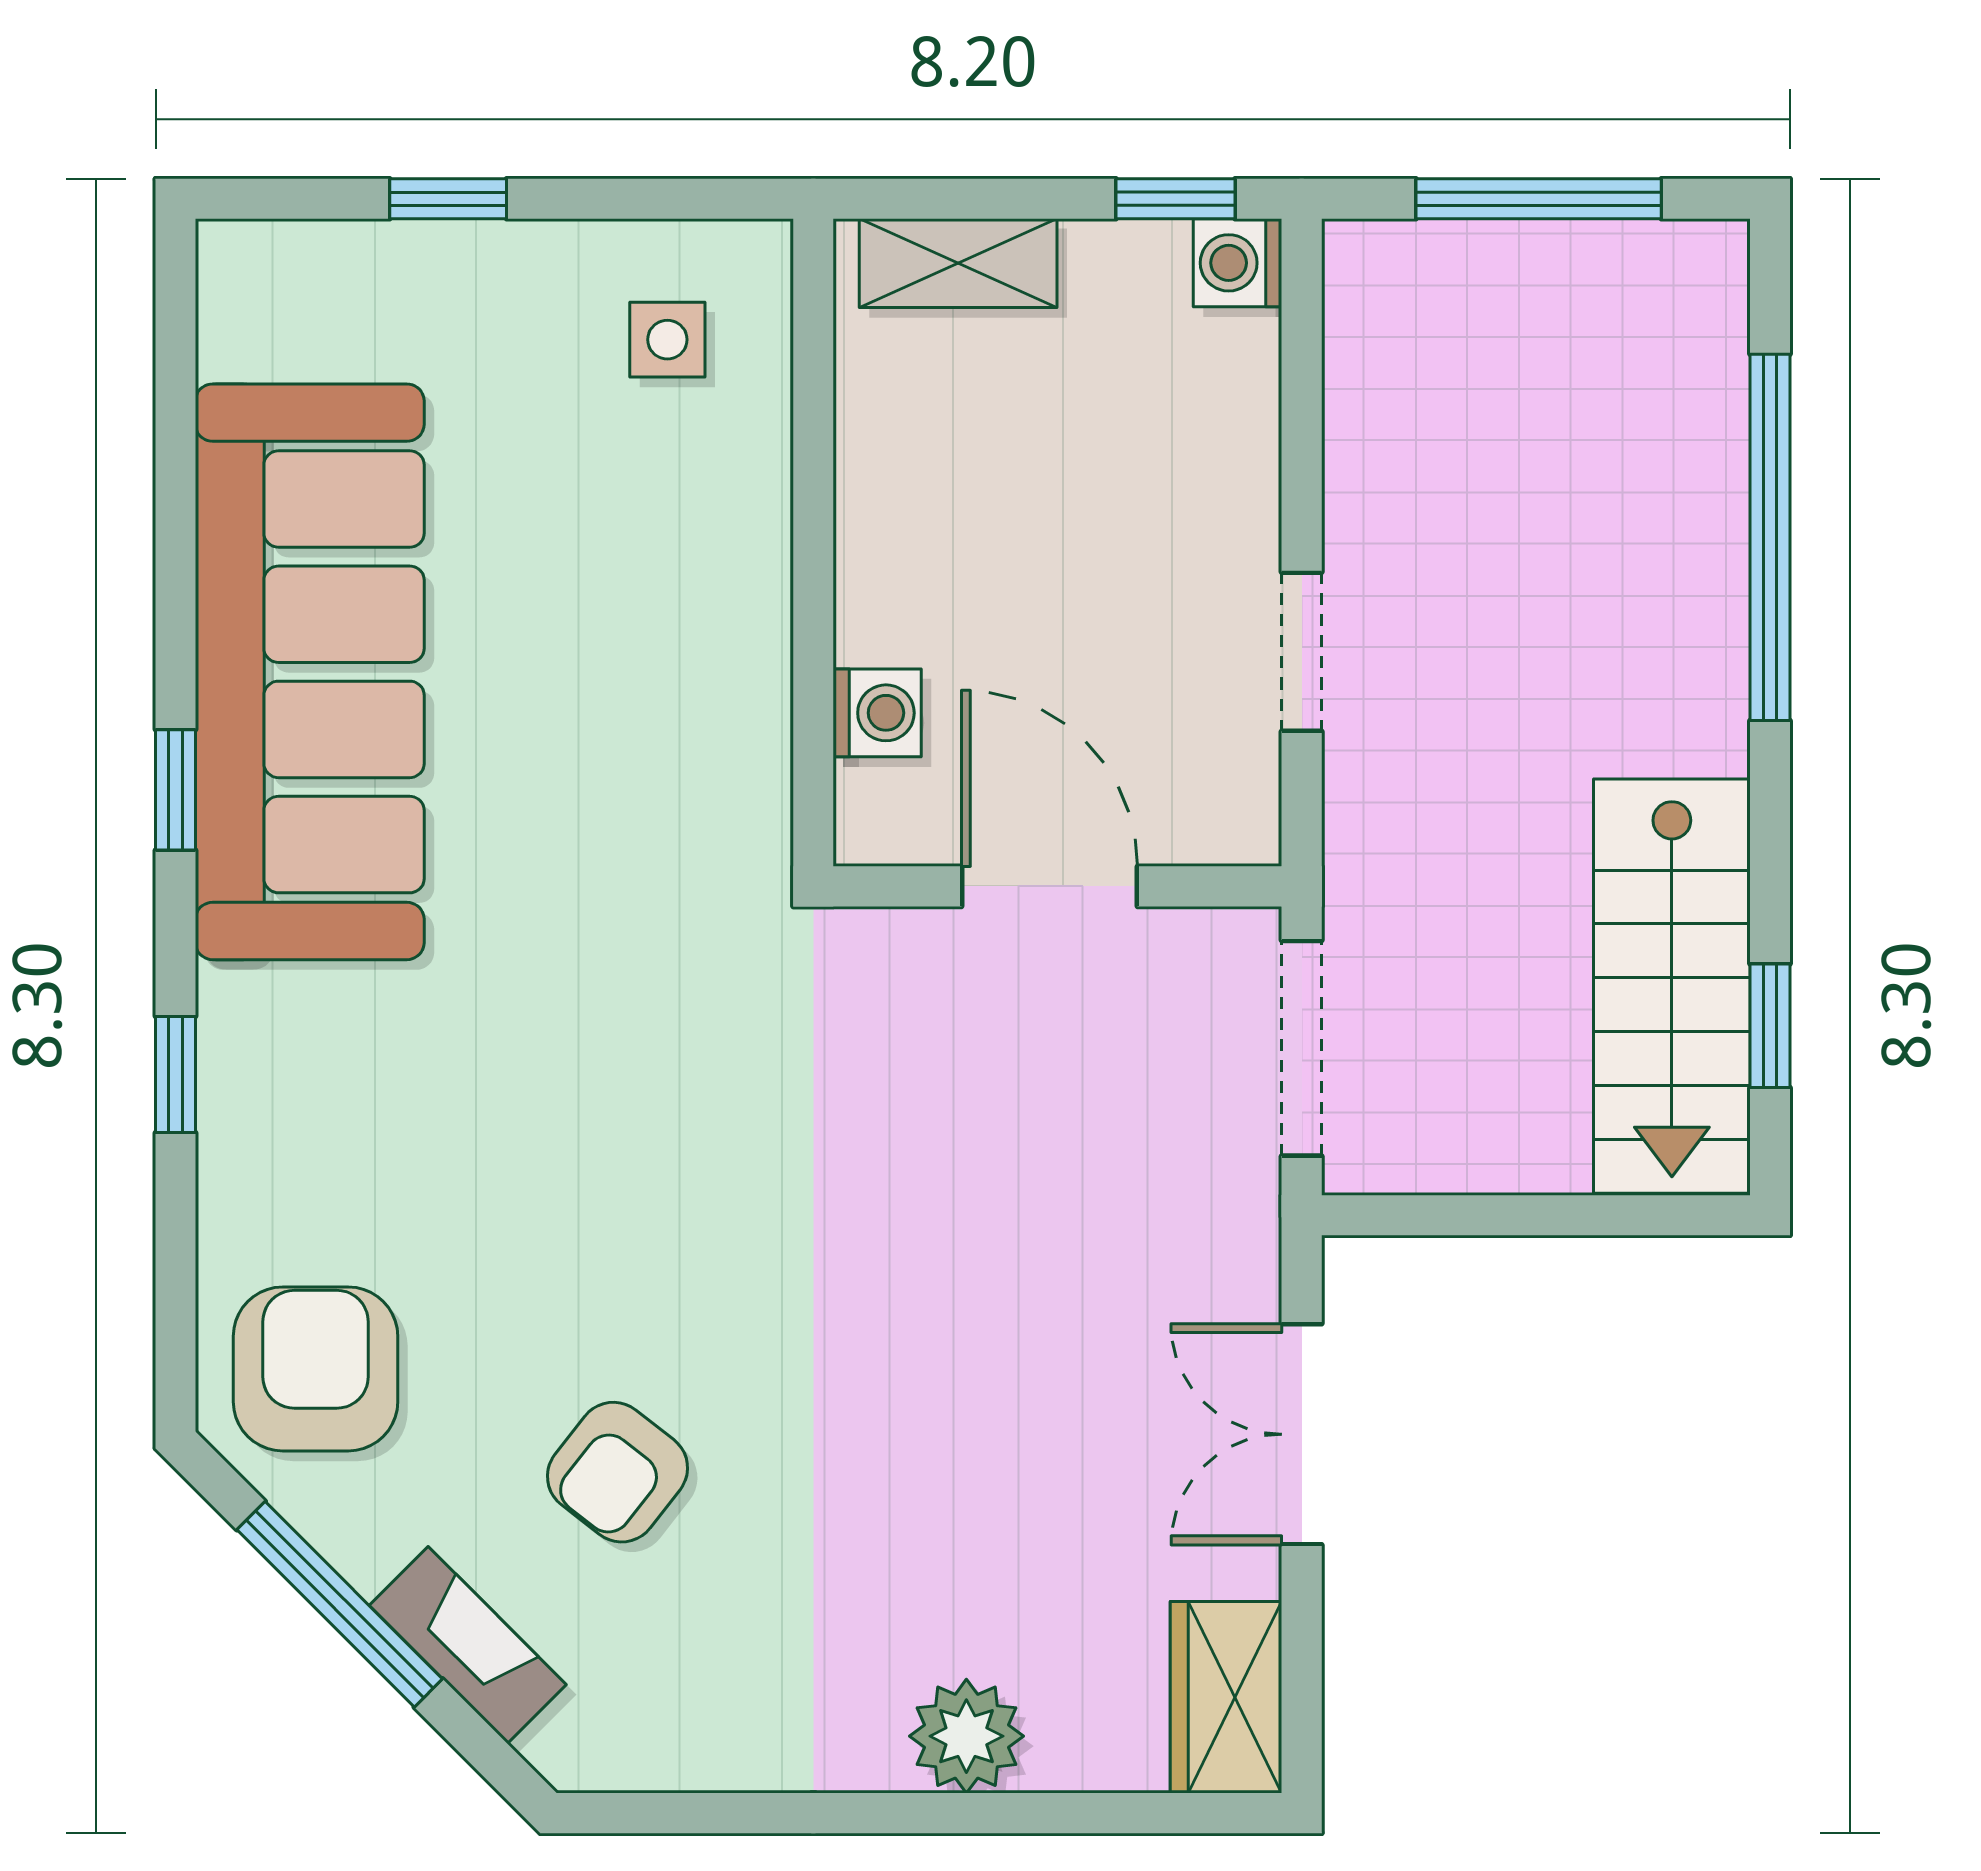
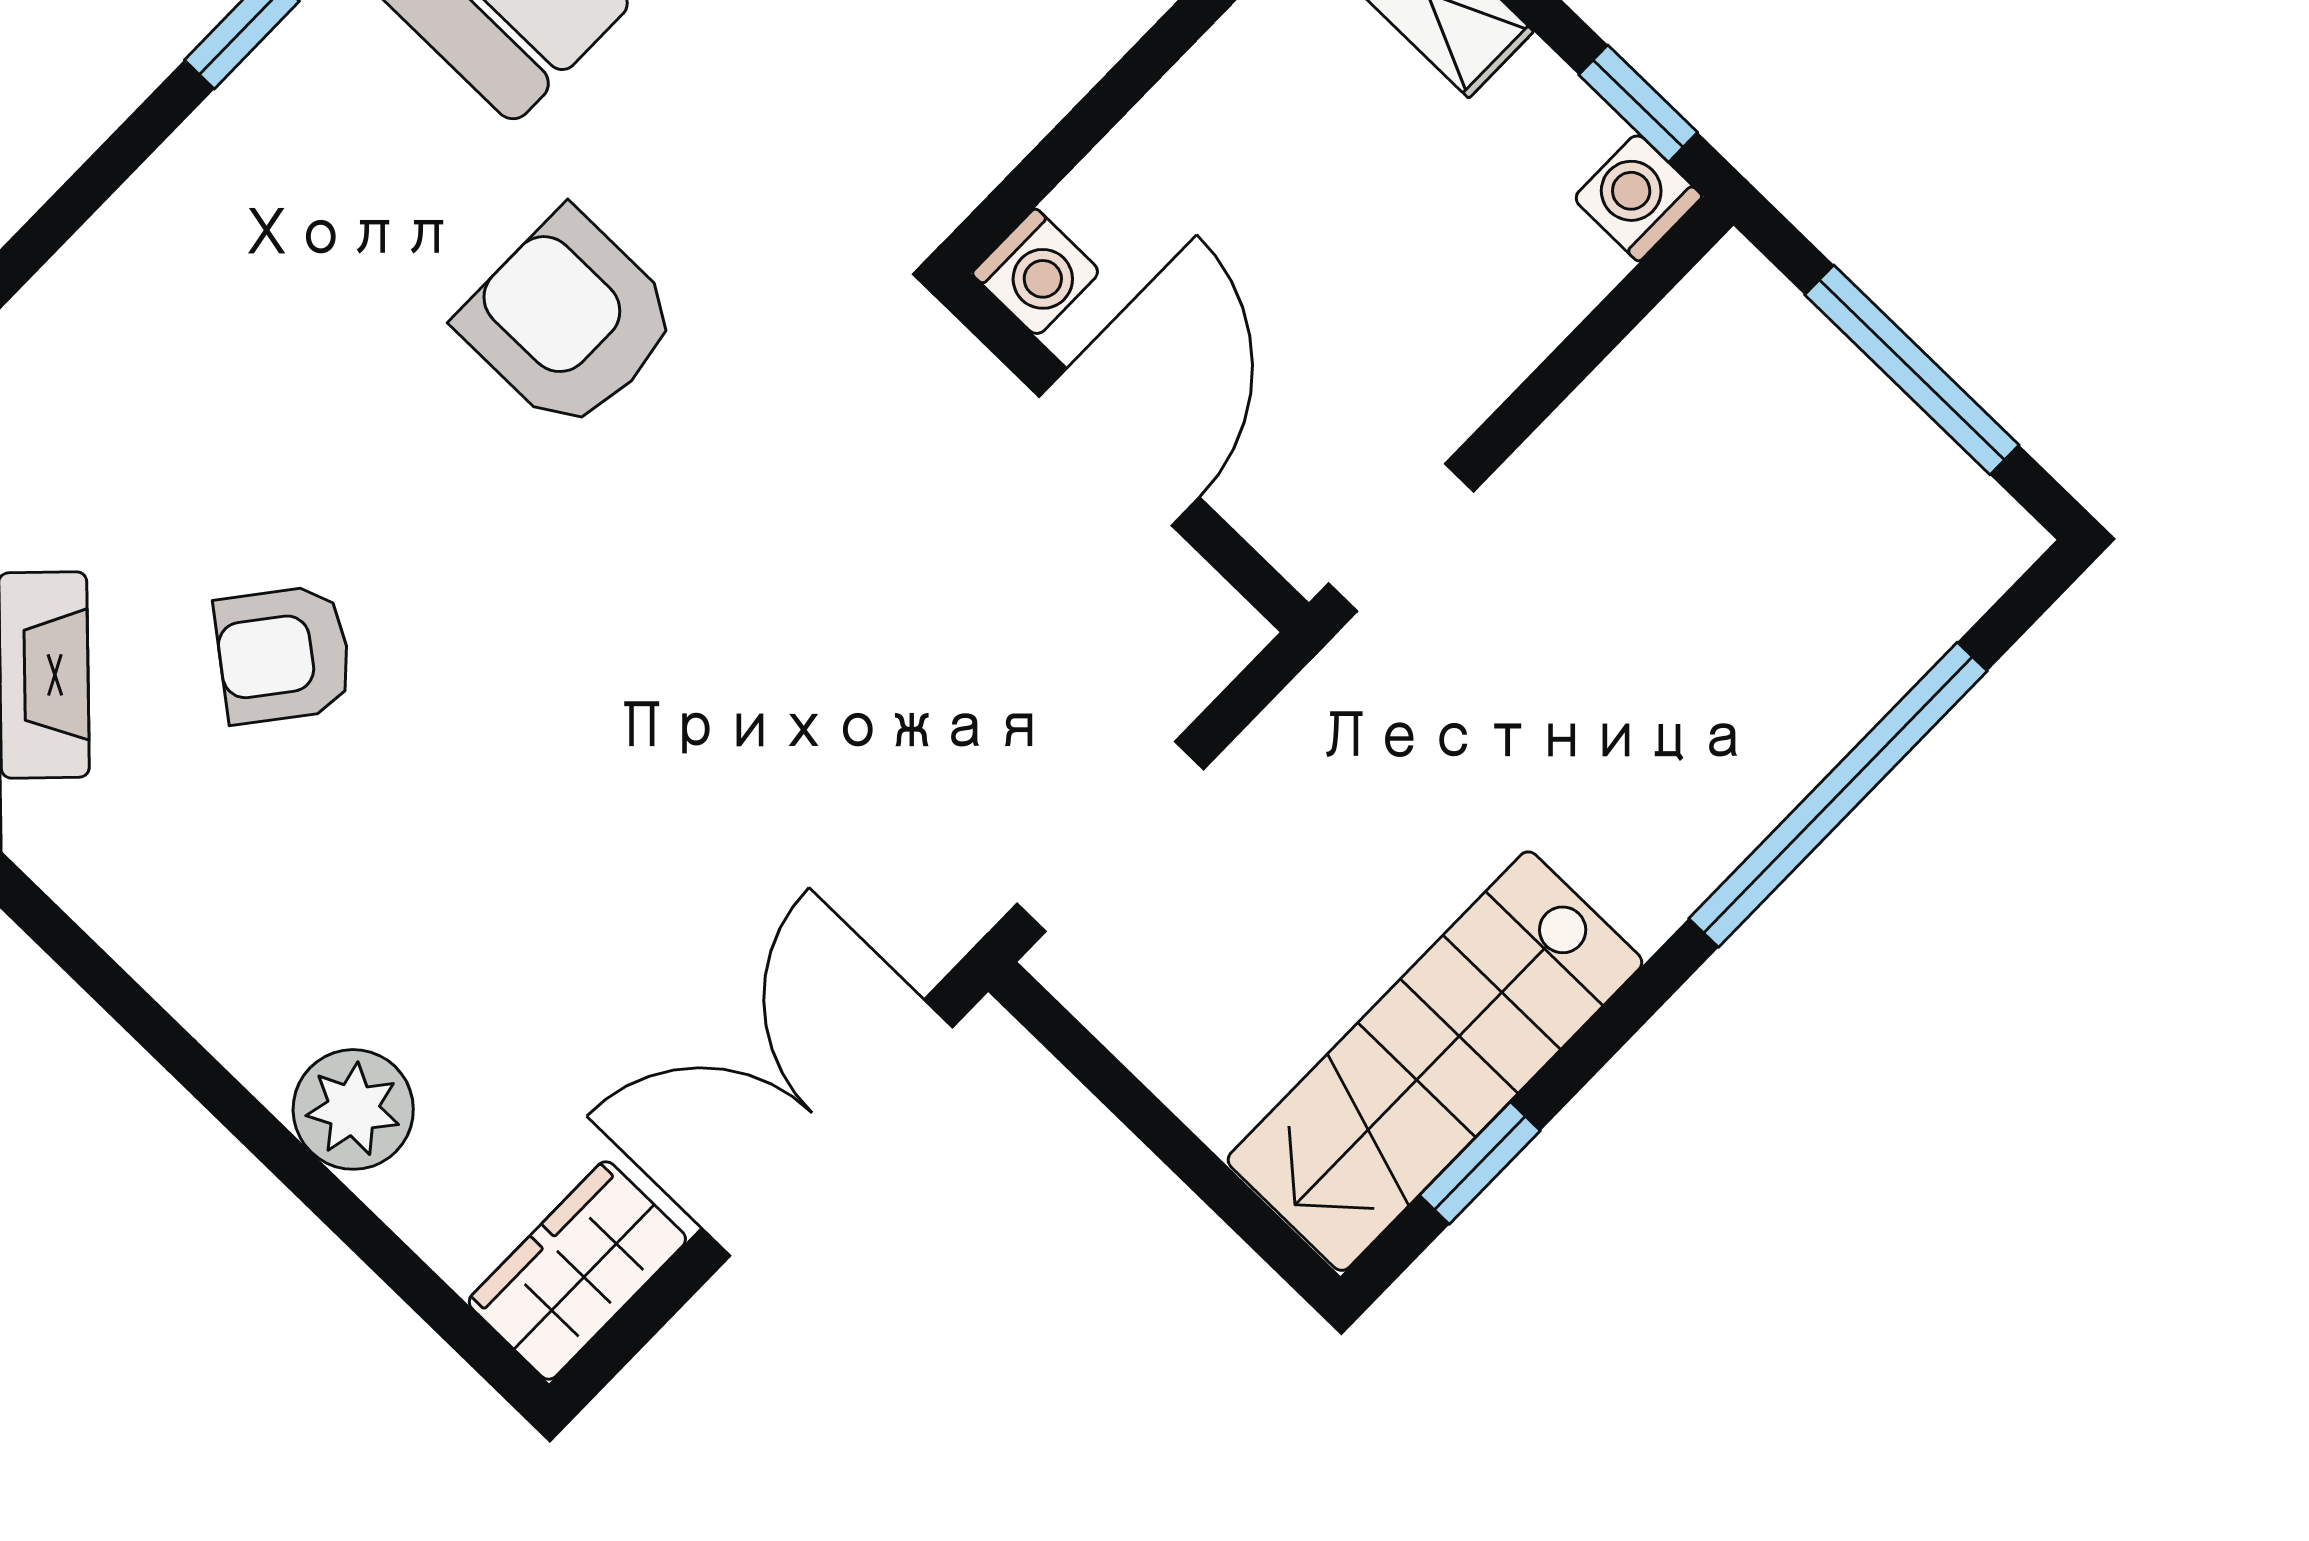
door: (1049, 886) -> (1119, 447), moved
wall: (1057, 886) -> (1125, 453), moved
armchair: (316, 1369) -> (569, 321), moved, turned -90
double door: (1302, 1434) -> (827, 1128), width x1.37

